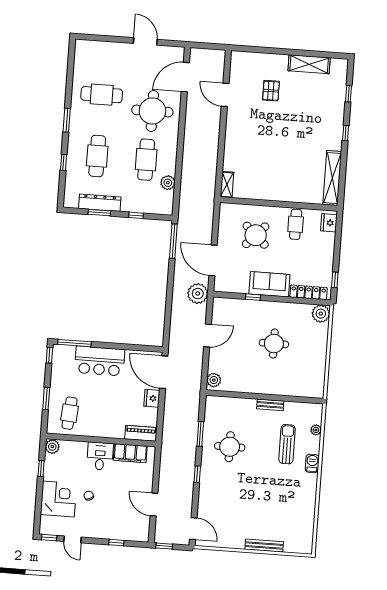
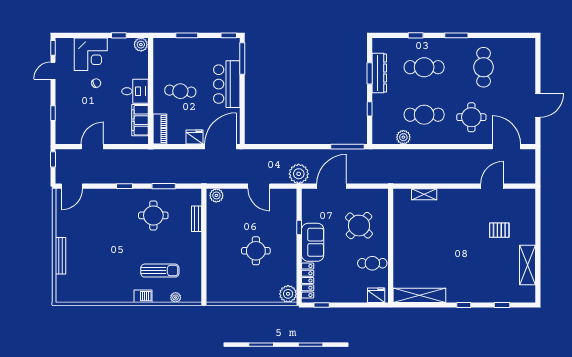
round table: (152, 111) -> (471, 117), width x0.73, depth x0.73
shelving: (227, 185) -> (424, 194), moved
bench: (270, 405) -> (197, 219), moved
cafe table: (70, 413) -> (180, 91), moved

